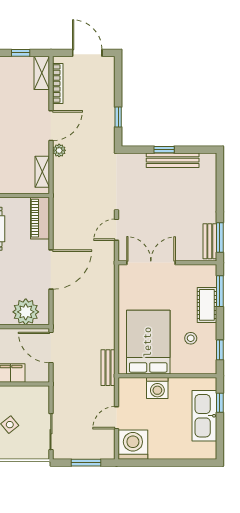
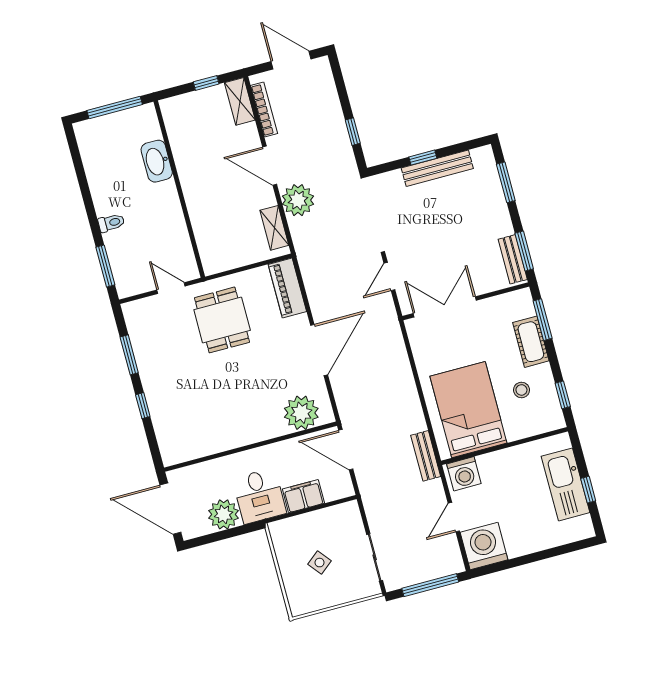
door: (51, 126) -> (270, 166), swing flipped
plant: (59, 150) -> (298, 200), width x1.88, depth x1.88
window: (220, 184) -> (506, 182), added
washing machine: (157, 388) -> (464, 474), moved
window: (220, 403) -> (588, 490), moved
window: (86, 463) -> (430, 585), width x1.44

